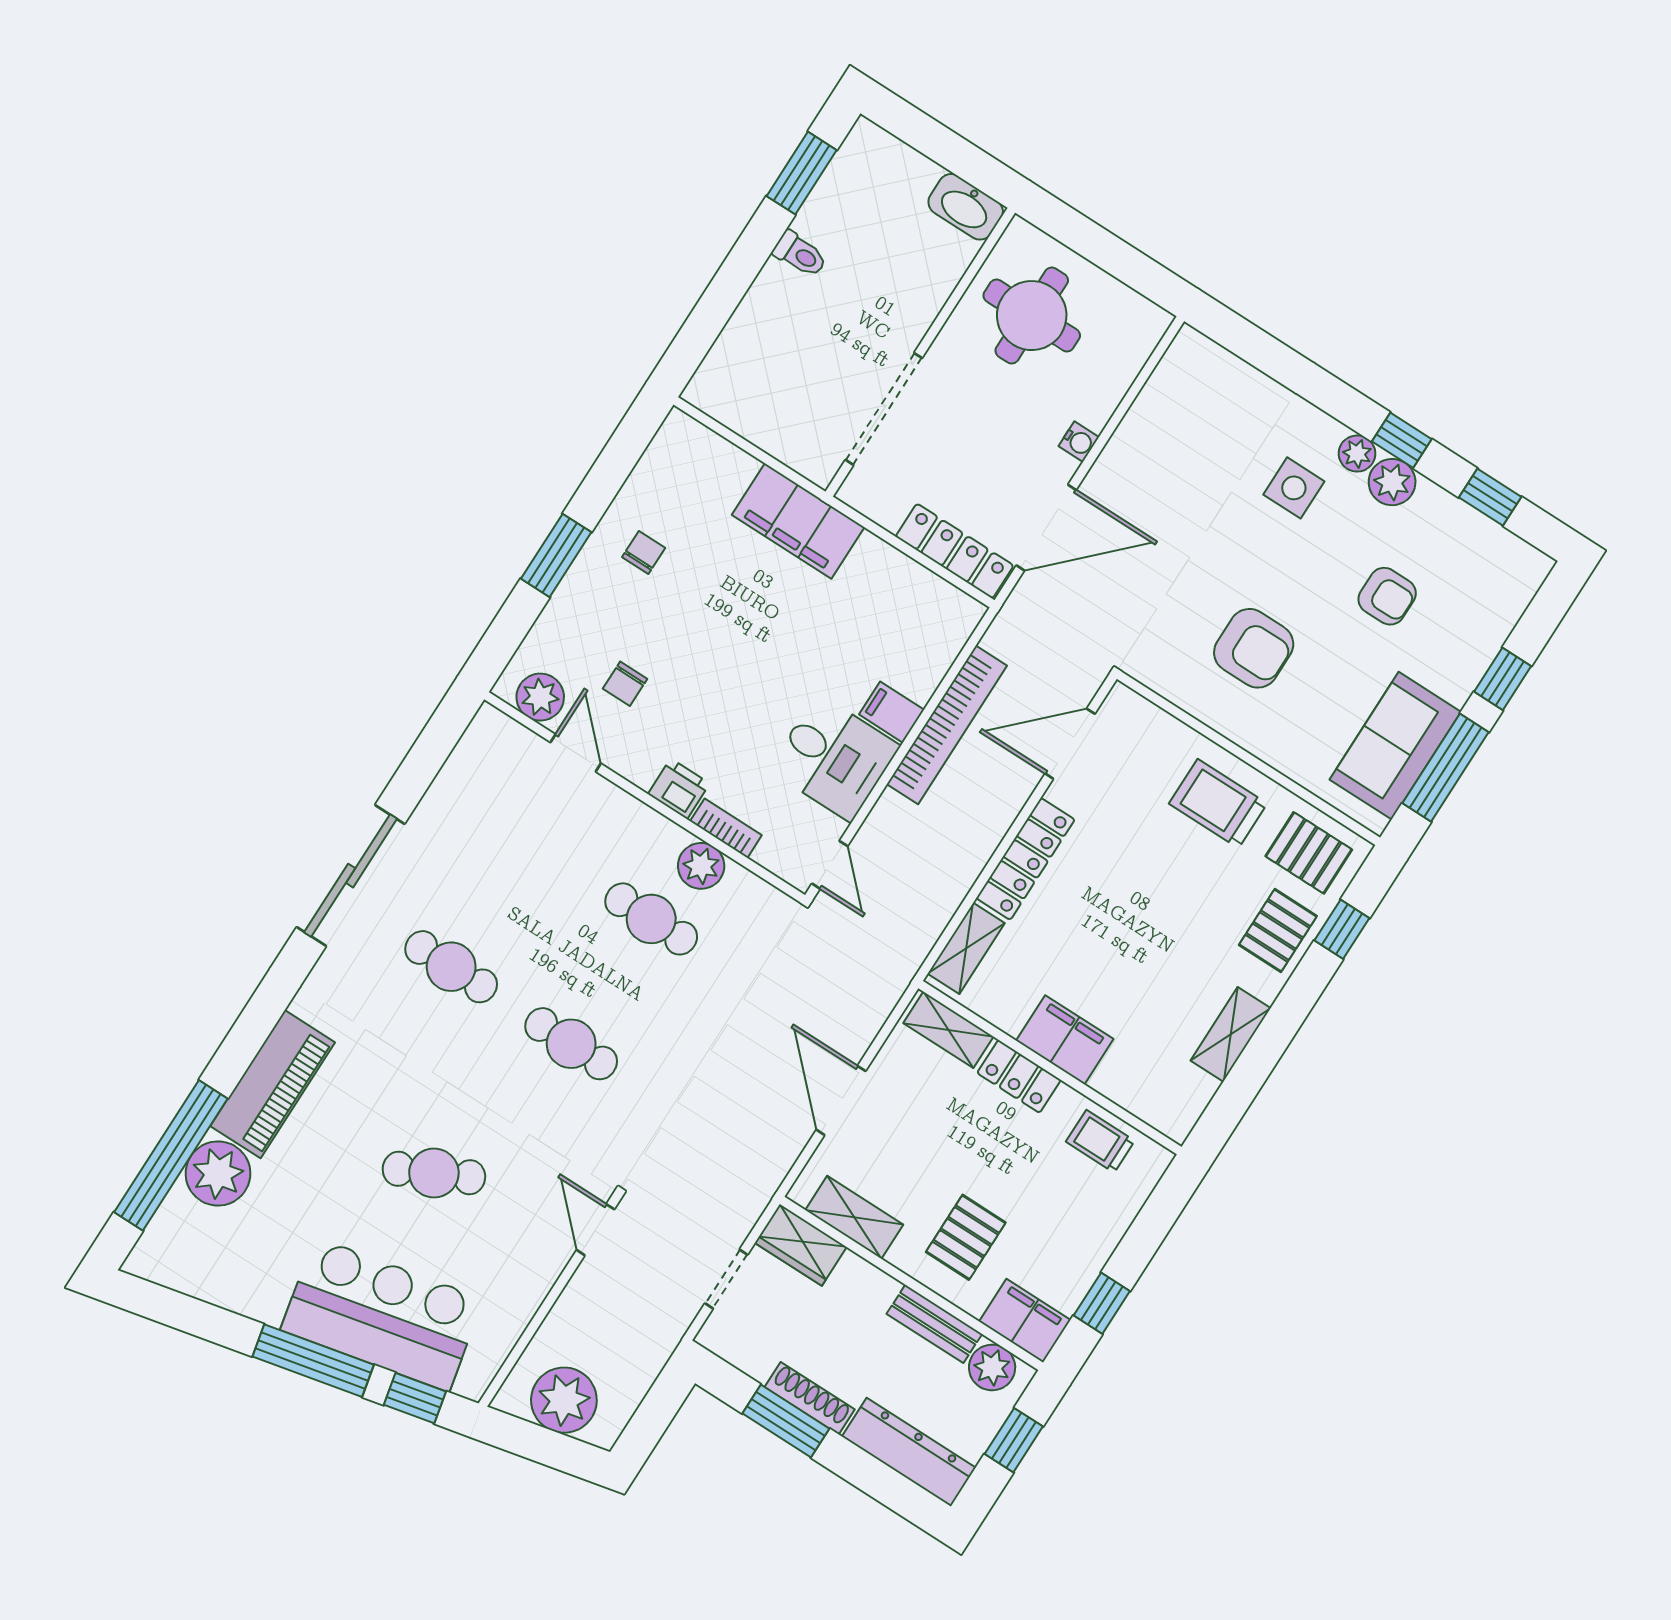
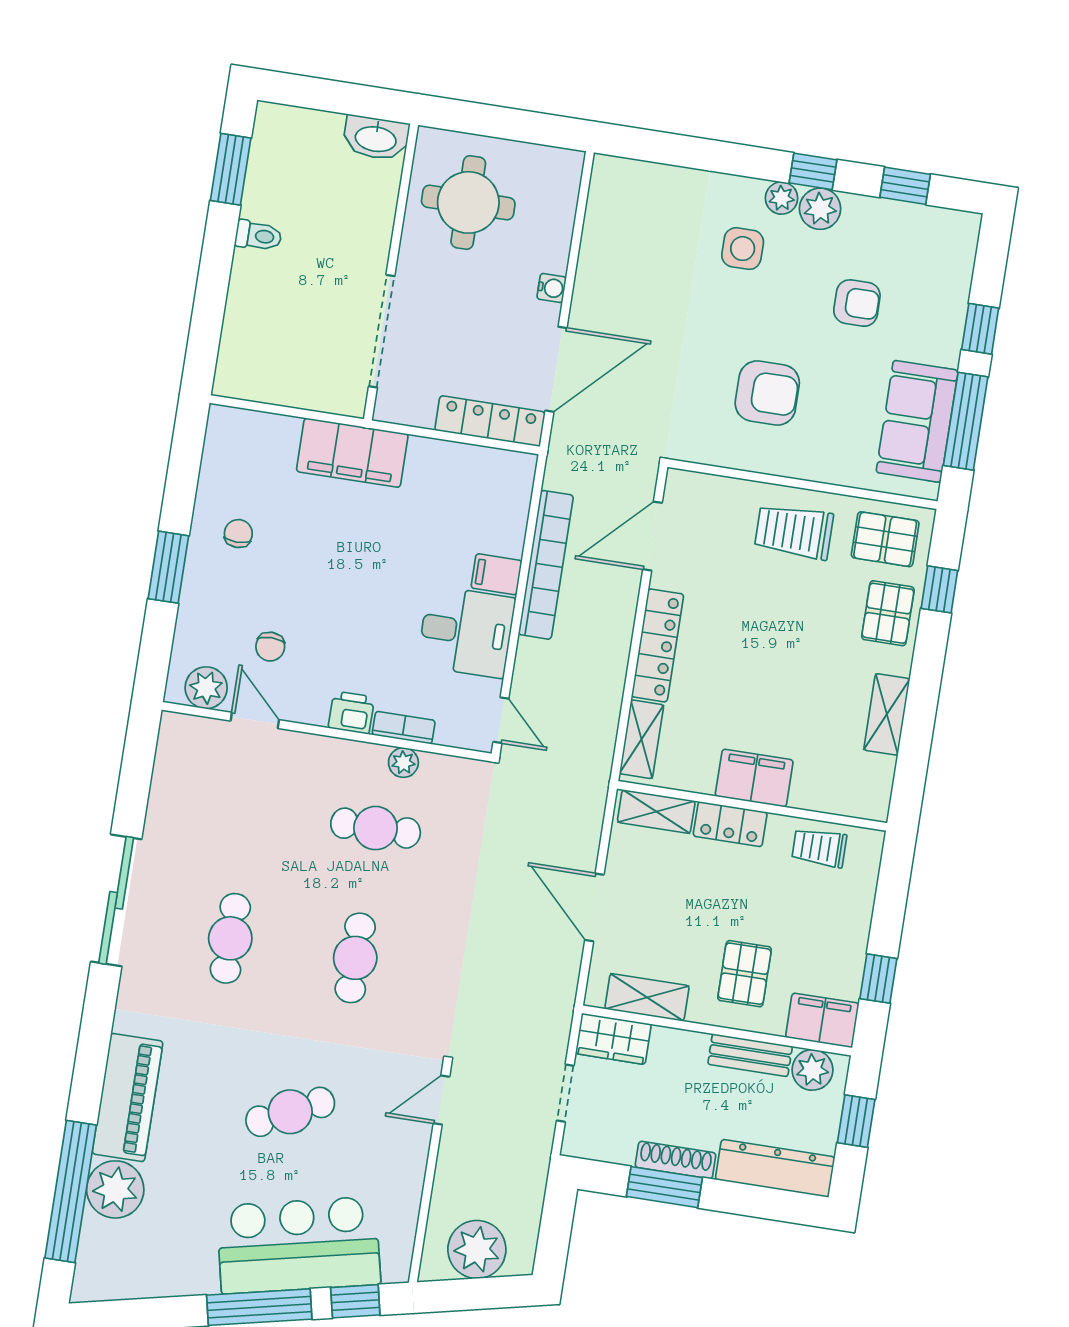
plant: (701, 866) -> (403, 763), width x0.73, depth x0.73
cafe table: (451, 967) -> (230, 938), turned 90
cafe table: (571, 1044) -> (355, 958), turned 90
door: (596, 1230) -> (442, 1100), hinge flipped

